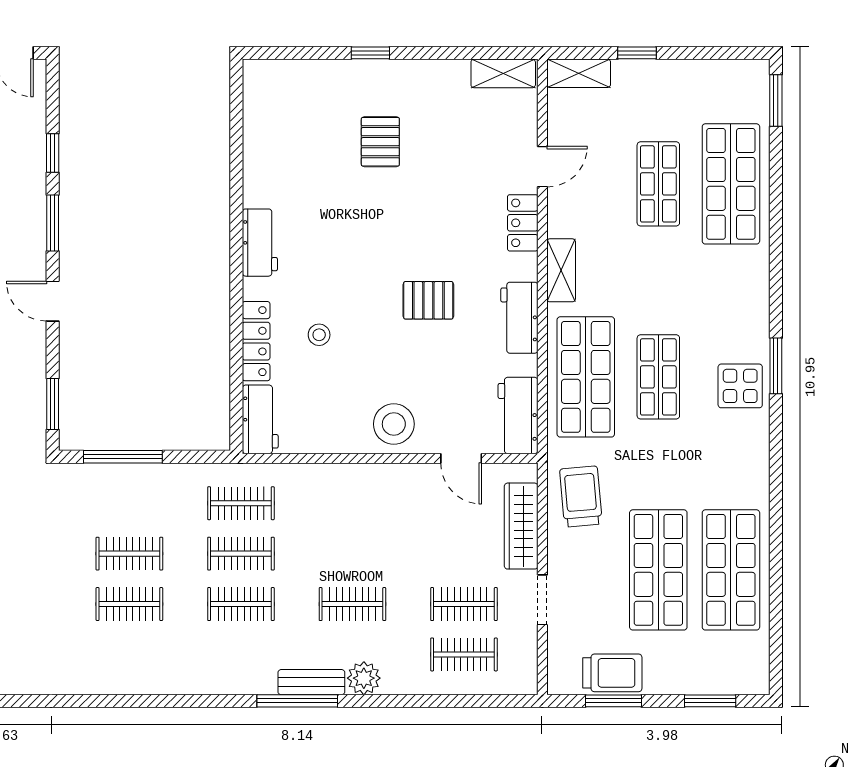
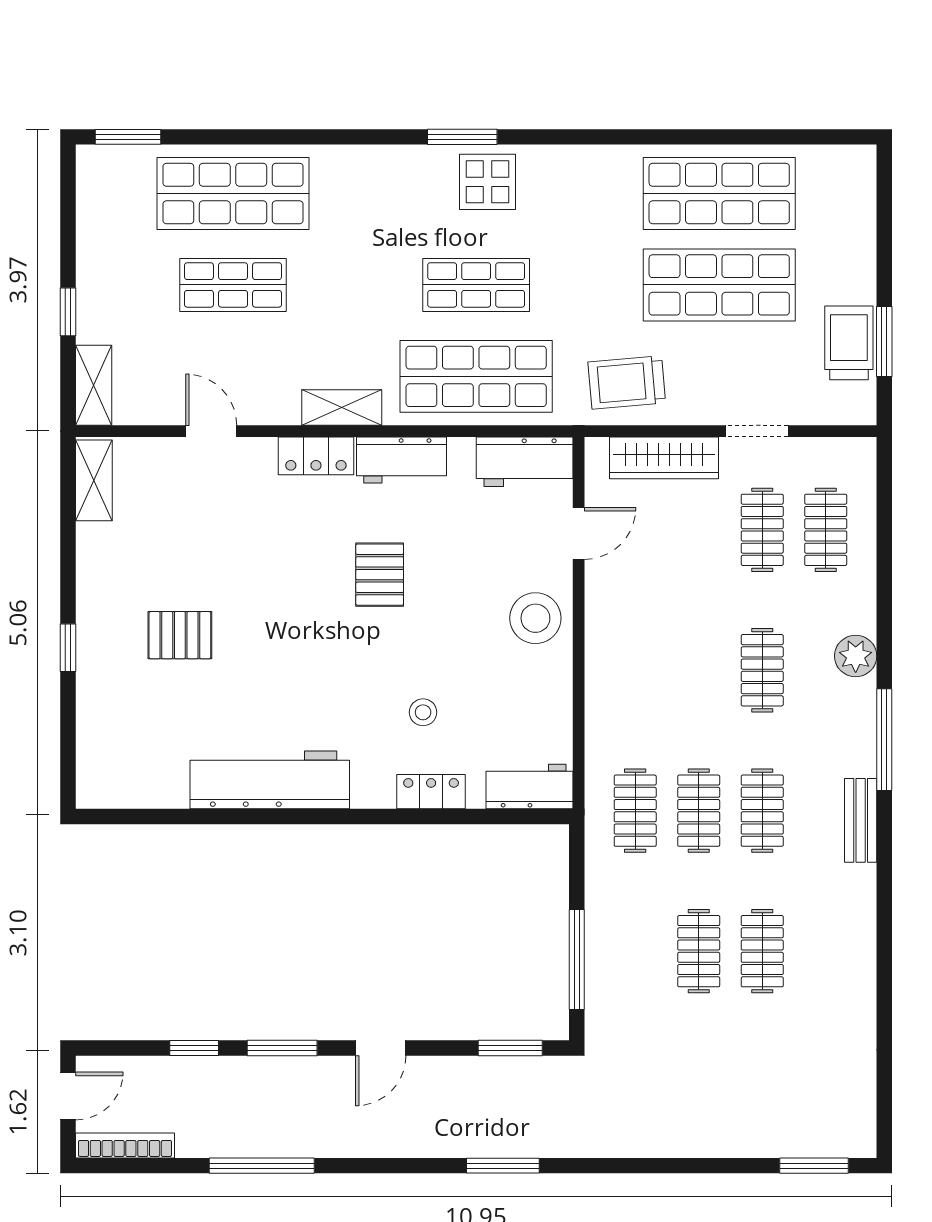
locker: (523, 223) -> (316, 456), moved
workbench: (260, 243) -> (270, 780), width x1.87, depth x1.32
locker: (256, 341) -> (431, 792), width x0.66
bench: (311, 682) -> (861, 820), moved
window: (710, 701) -> (884, 220), removed

